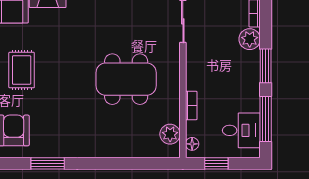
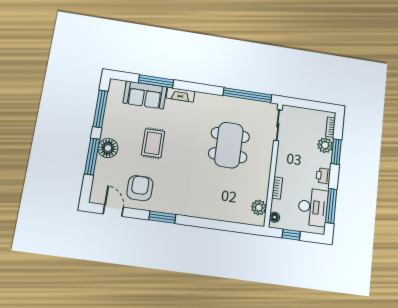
window: (266, 66) -> (336, 152), moved
dining table: (126, 79) -> (229, 145), moved, turned 90
printer: (251, 81) -> (323, 176), added
desk: (241, 130) -> (313, 207), width x1.37

